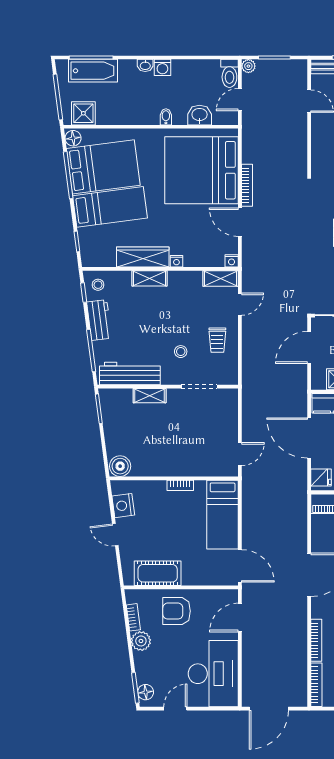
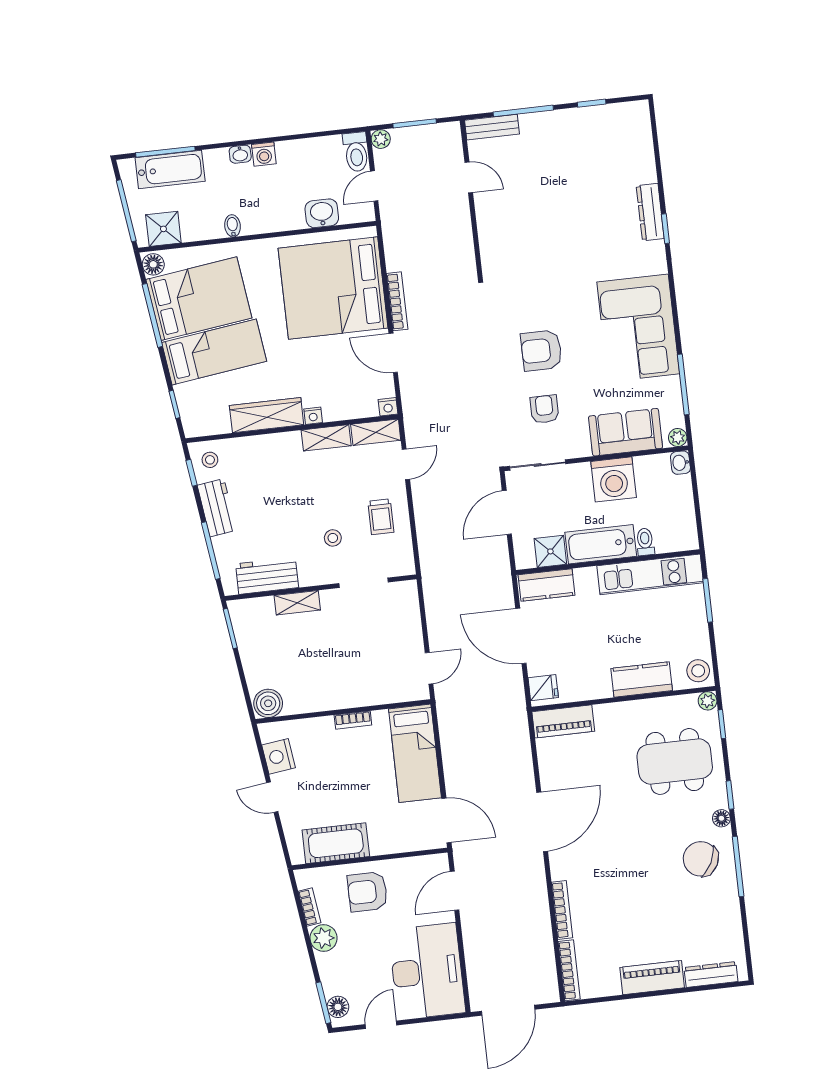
bidet: (166, 117) -> (233, 226), moved
shelving: (150, 278) -> (326, 438), moved
workbench: (130, 373) -> (267, 576), width x0.73

